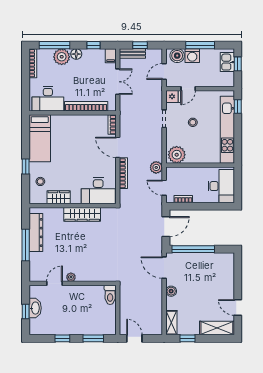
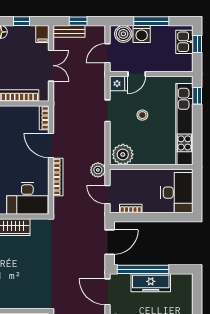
freezer: (200, 260) -> (151, 283), added

